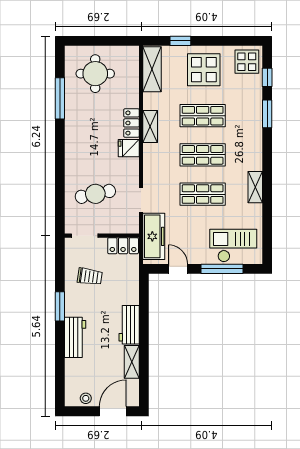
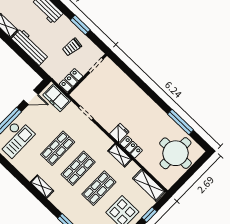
round table: (95, 74) -> (175, 153), width x1.36, depth x1.36
shelving: (255, 187) -> (42, 187), moved
cafe table: (95, 194) -> (112, 92), removed
freezer: (154, 236) -> (57, 98), width x0.71
window: (60, 306) -> (80, 25), moved
workbench: (129, 325) -> (30, 47), width x1.37

